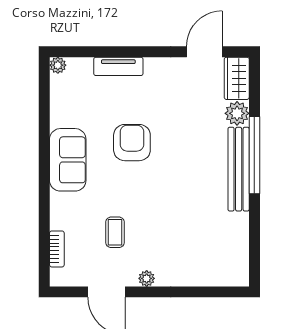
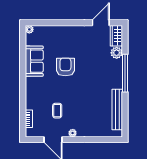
tv unit: (118, 66) -> (59, 30), removed
sofa: (68, 160) -> (34, 61), moved
bench: (239, 169) -> (117, 110), moved

